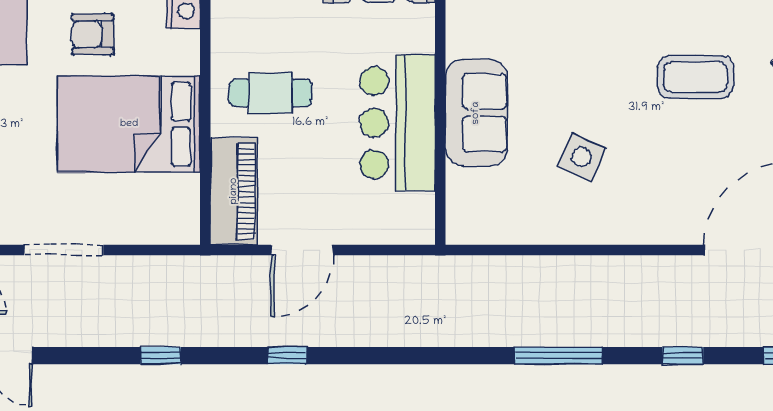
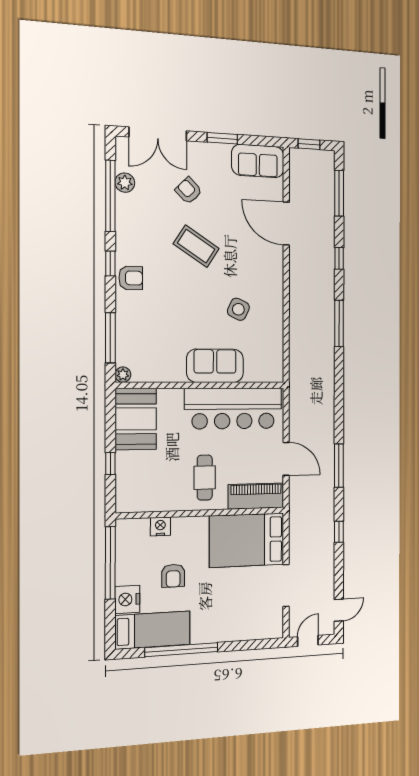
coffee table: (696, 77) -> (196, 246), turned -57
bar counter: (398, 123) -> (233, 408), width x1.36
bed: (129, 124) -> (247, 540), moved, turned 90
window: (287, 356) -> (339, 466), width x2.17

